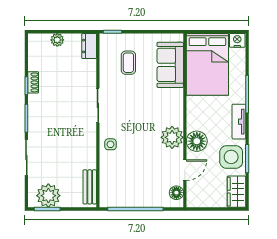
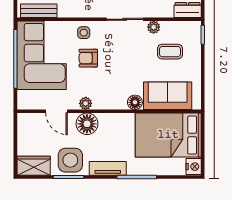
plant: (105, 78) -> (154, 27), added
plant: (172, 137) -> (86, 103), width x0.53, depth x0.53
armchair: (135, 140) -> (88, 58), added
corner sofa: (132, 184) -> (42, 55), added
floor lamp: (176, 193) -> (135, 102), moved

